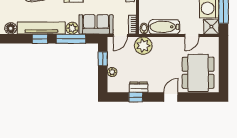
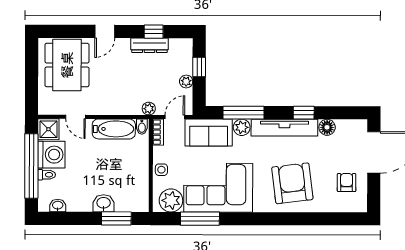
door: (192, 36) -> (76, 117), swing flipped
window: (40, 39) -> (304, 113), moved
plant: (143, 46) -> (149, 109), width x0.53, depth x0.53
window: (103, 59) -> (199, 67), moved
plant: (112, 72) -> (186, 81), moved
dresser: (139, 87) -> (150, 45), width x1.44

